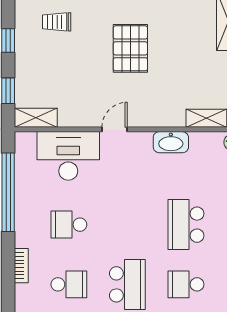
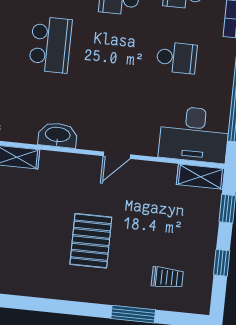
desk: (68, 156) -> (194, 134), moved

